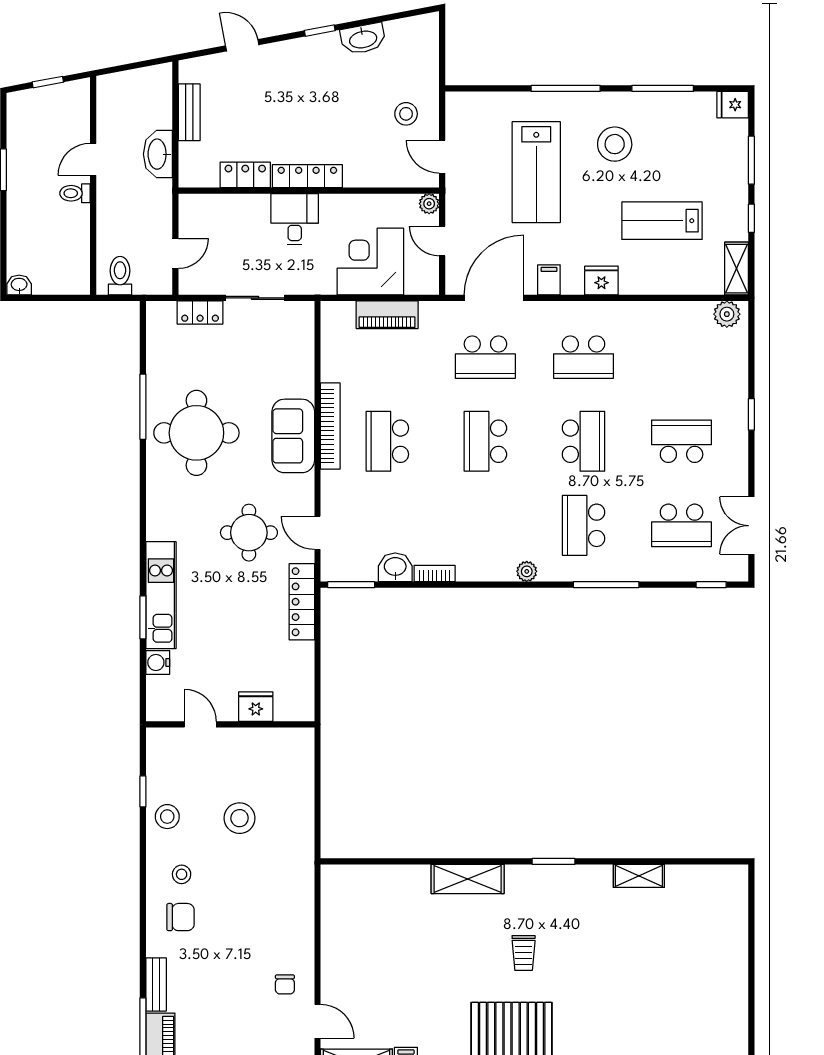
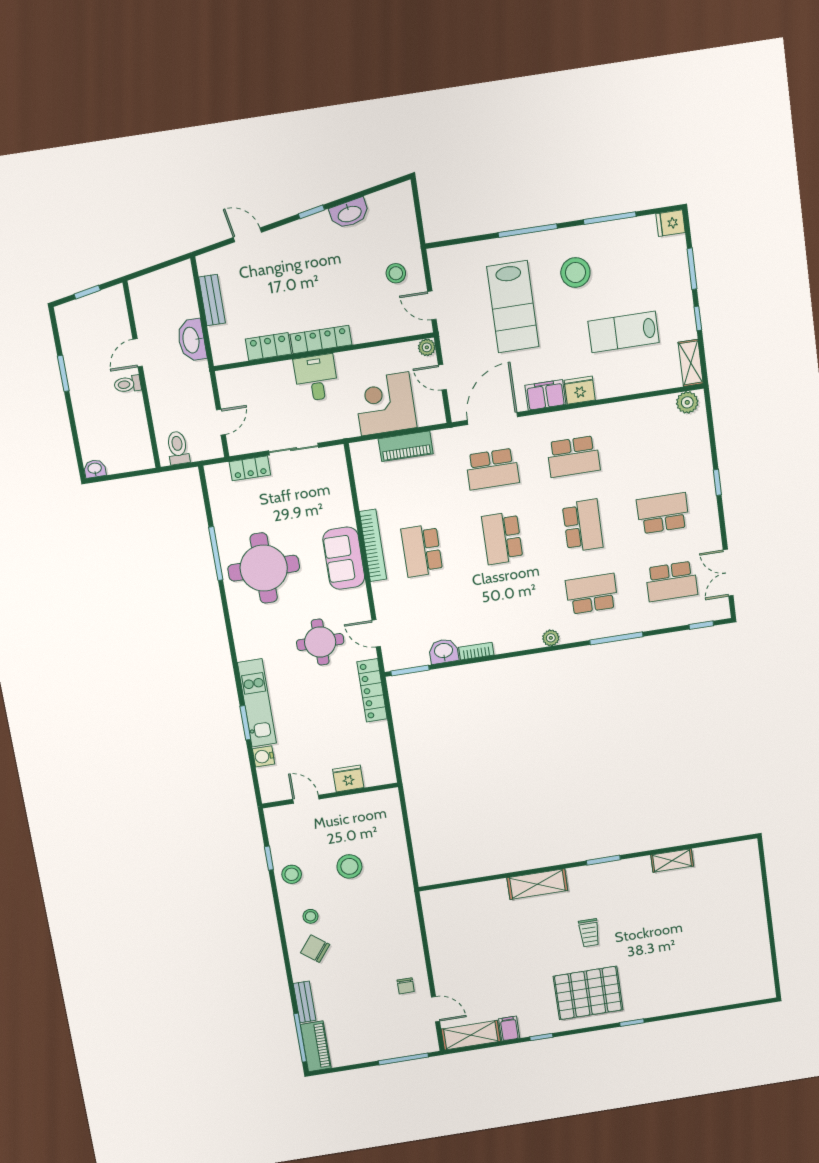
filing cabinet: (549, 280) -> (545, 395), width x2.00
school desk: (583, 525) -> (592, 594), turned 90
chair: (181, 917) -> (315, 949), turned -142

